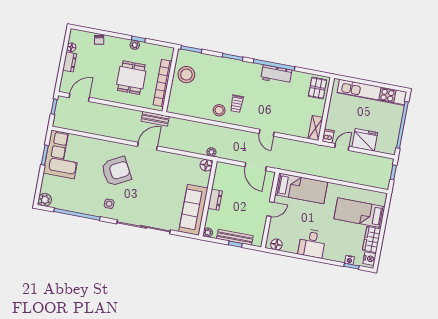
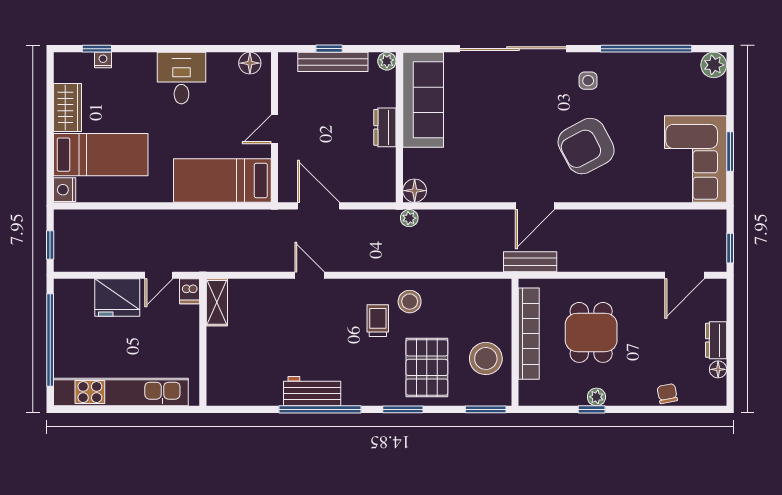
pallet: (318, 88) -> (427, 367), moved, width x1.50, depth x1.42
nightstand: (370, 259) -> (65, 190), moved

